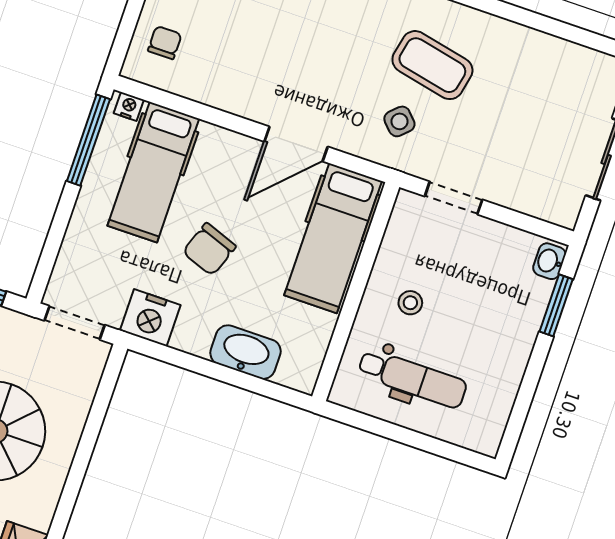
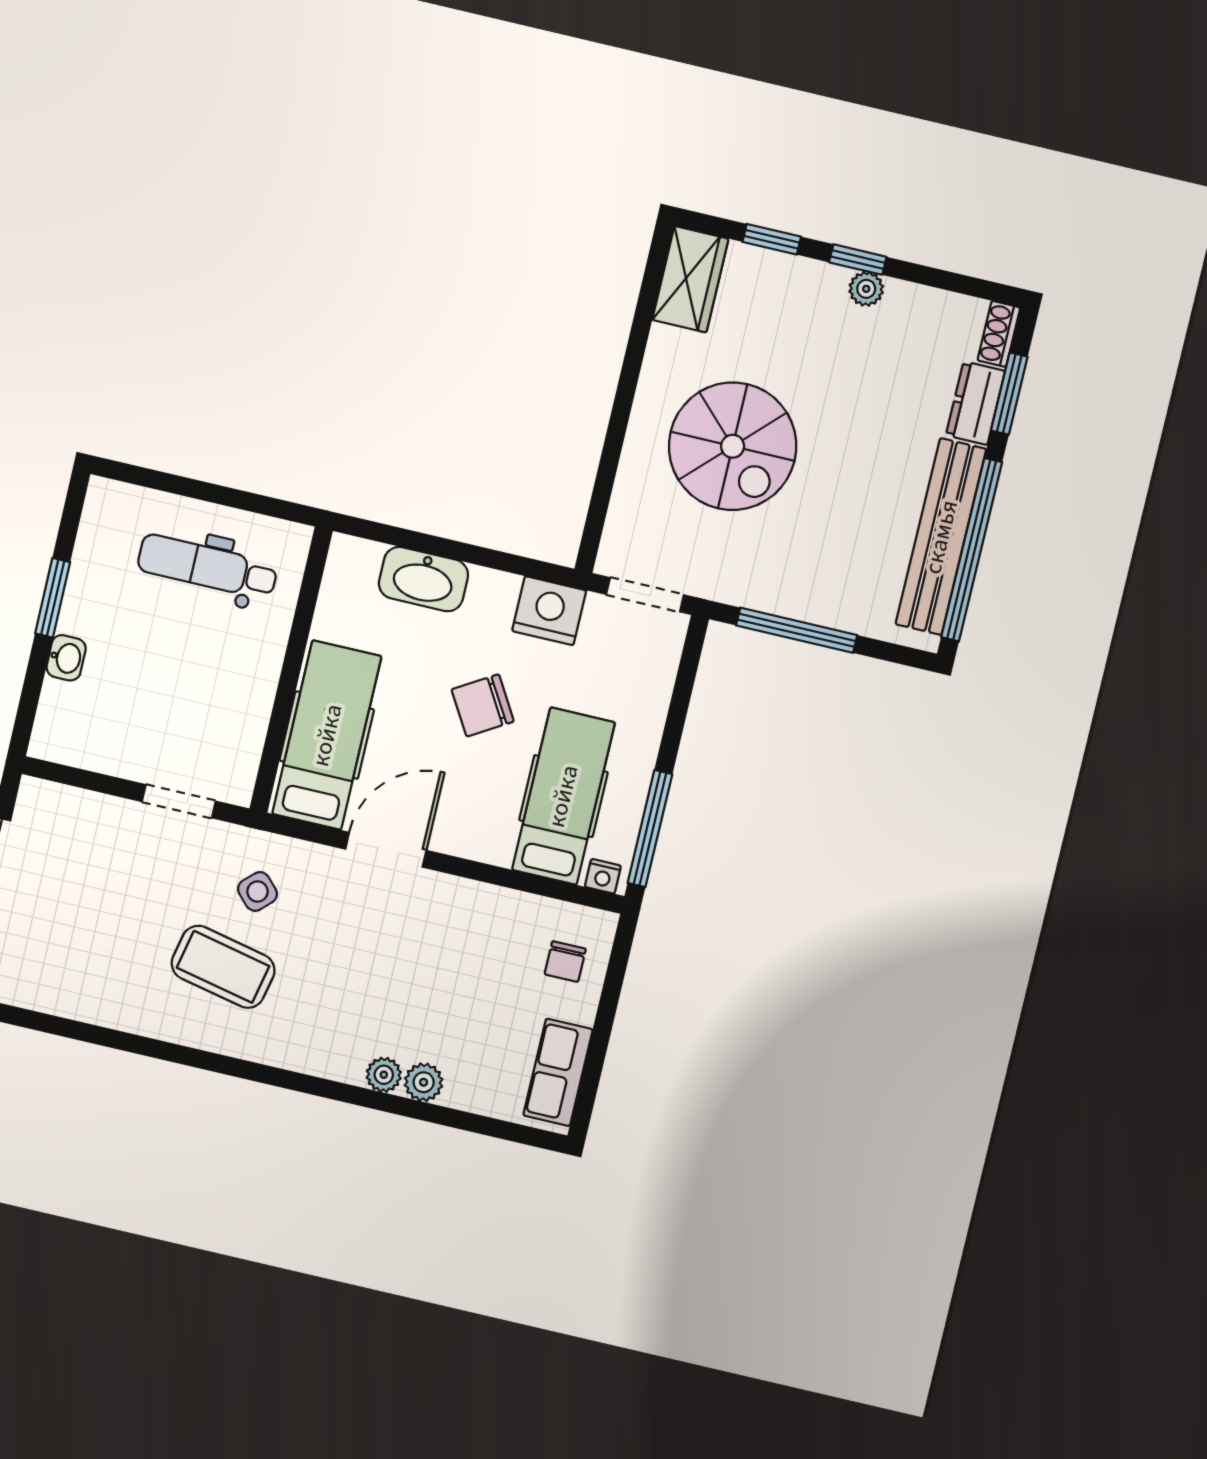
chair: (209, 249) -> (483, 705), turned -141
washbasin: (549, 261) -> (66, 658), moved
stool: (410, 303) -> (220, 663), removed
window: (556, 305) -> (53, 598), moved

